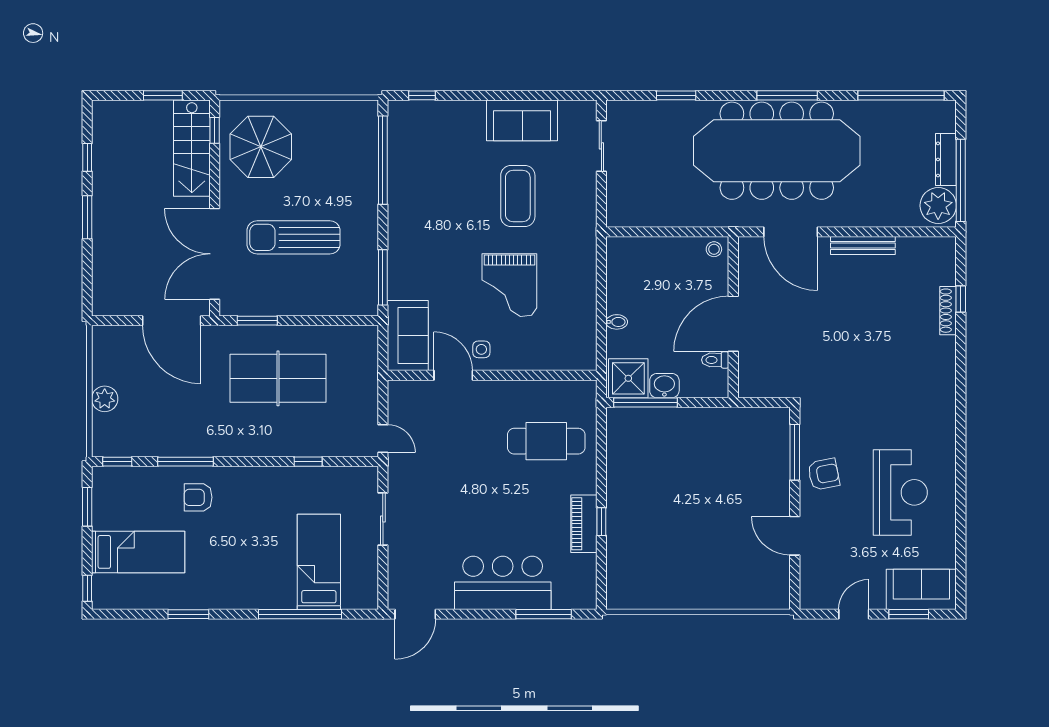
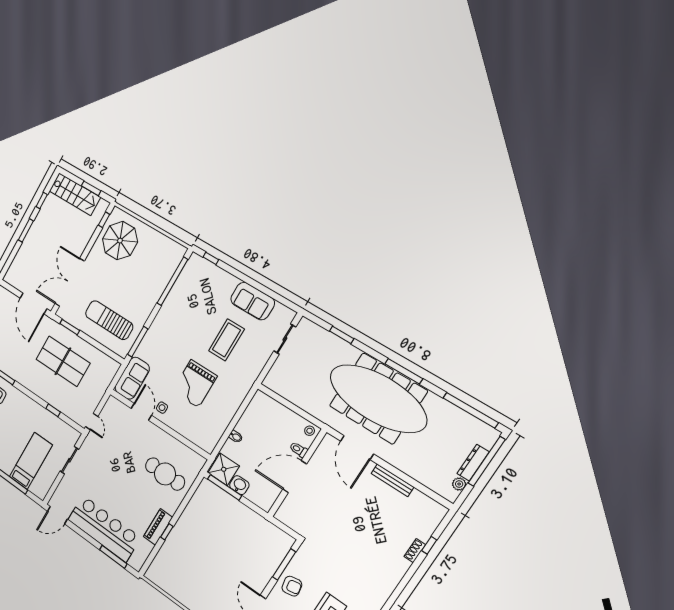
stairs: (192, 148) -> (75, 194), moved, turned -90
window: (961, 180) -> (487, 461), moved
plant: (938, 206) -> (459, 484), width x0.53, depth x0.53
sun lounger: (293, 237) -> (109, 320), moved
shoe rack: (948, 311) -> (415, 551), width x0.70
toilet: (715, 360) -> (298, 450), moved
bar counter: (503, 583) -> (104, 528), width x1.36

